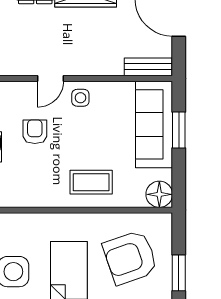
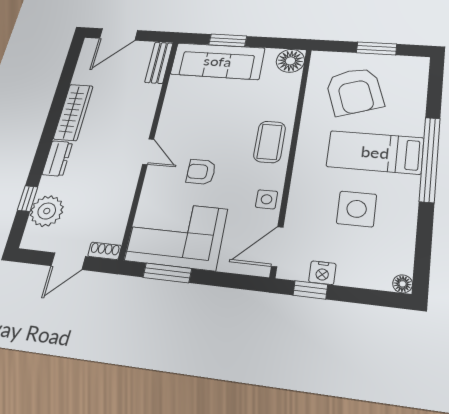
side table: (80, 98) -> (267, 199), moved
coffee table: (91, 182) -> (270, 142), moved

